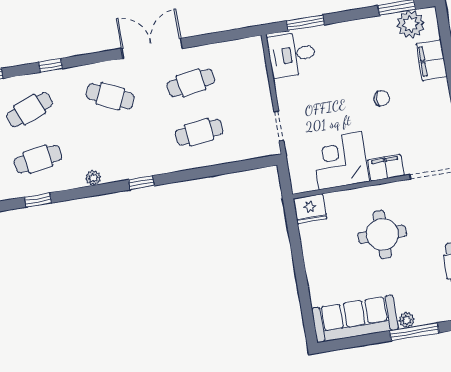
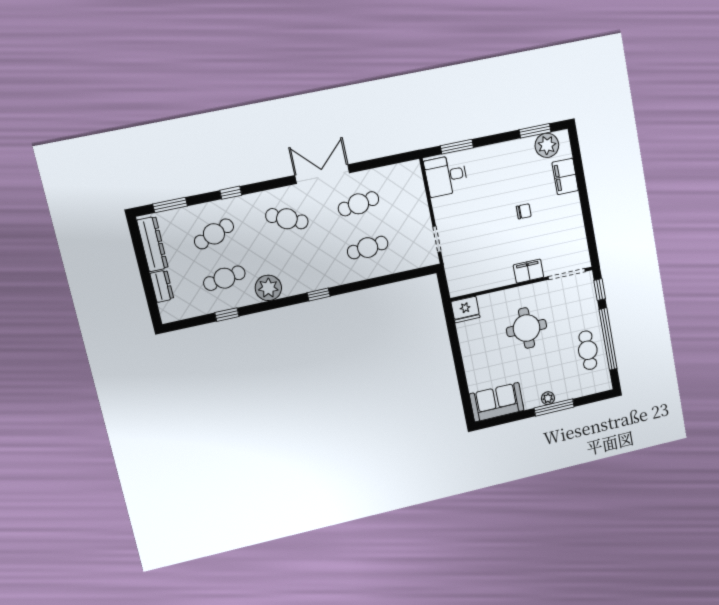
corner desk: (340, 161) -> (490, 267), removed
plant: (93, 178) -> (268, 288), width x1.88, depth x1.88
sofa: (355, 319) -> (497, 402), width x0.73

